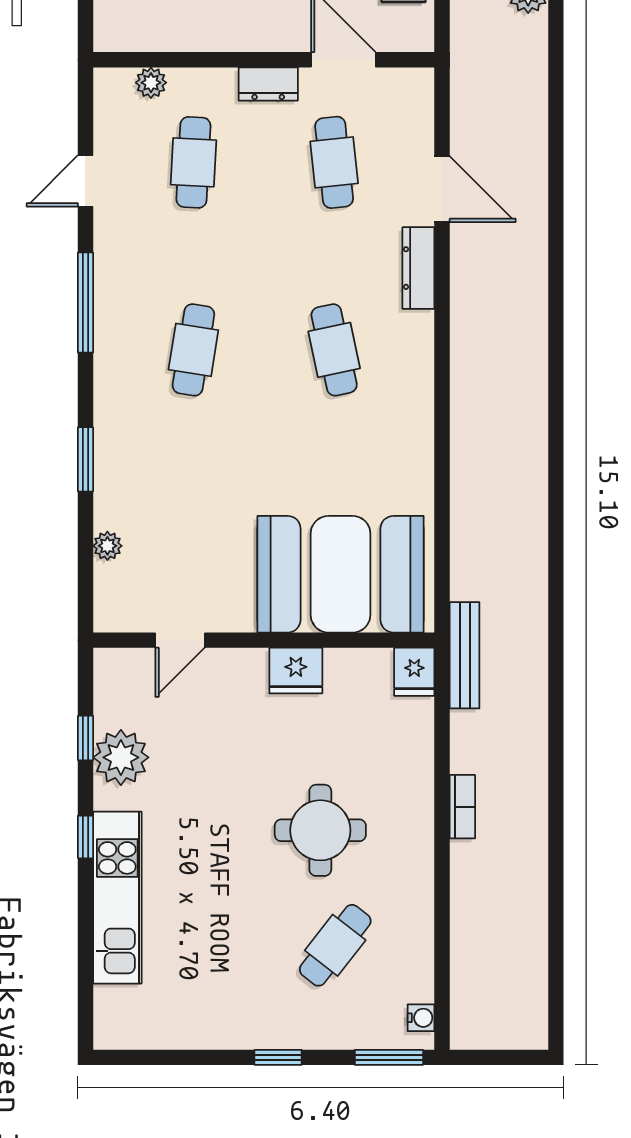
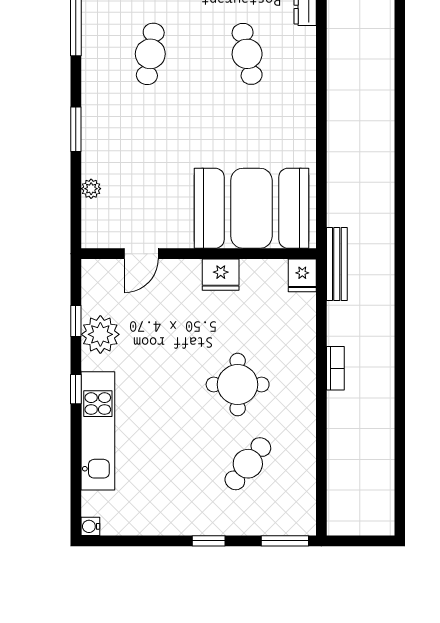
water cooler: (421, 1018) -> (90, 526), moved, turned 180

